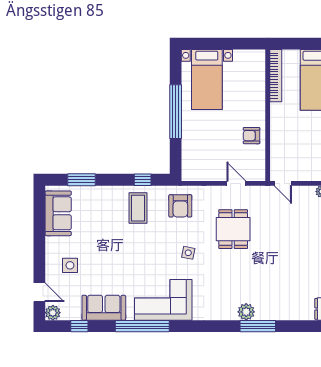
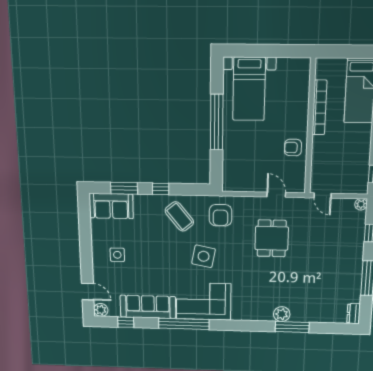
bookcase: (276, 76) -> (319, 108), moved
window: (143, 180) -> (161, 189), moved
coffee table: (138, 208) -> (179, 216), turned -39
sofa: (58, 213) -> (111, 206), moved, turned 90
side table: (188, 253) -> (204, 256), moved, width x1.87, depth x1.87
side table: (70, 265) -> (117, 255), moved
sofa: (104, 308) -> (148, 307), width x1.36

